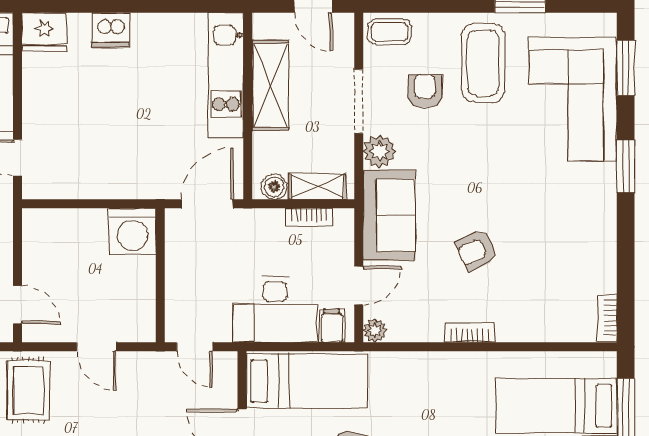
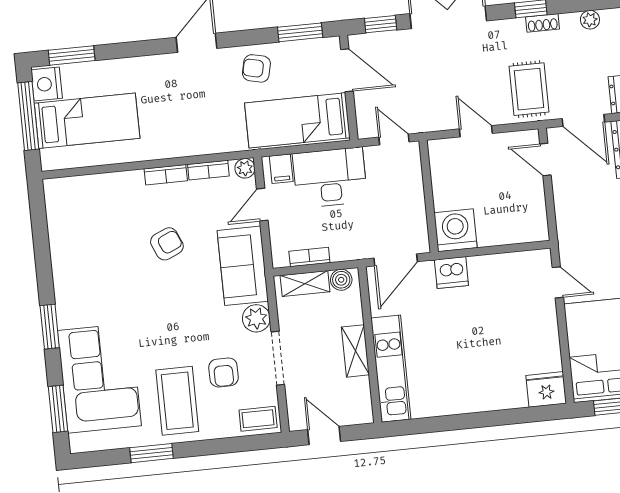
dishwasher: (111, 30) -> (451, 273), moved, turned 180
shelving: (270, 85) -> (355, 351), width x0.67, depth x0.75
bookcase: (607, 318) -> (208, 170), moved, turned 90

